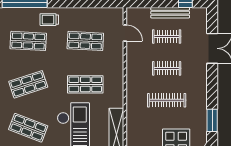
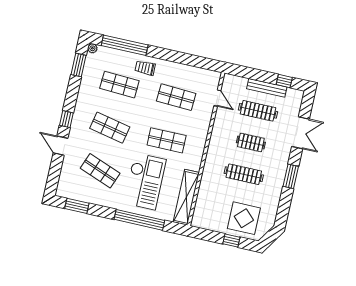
clothes rail: (167, 36) -> (258, 111), width x1.36
shop shelf: (28, 84) -> (110, 128), turned 30
window: (212, 120) -> (291, 176), moved

